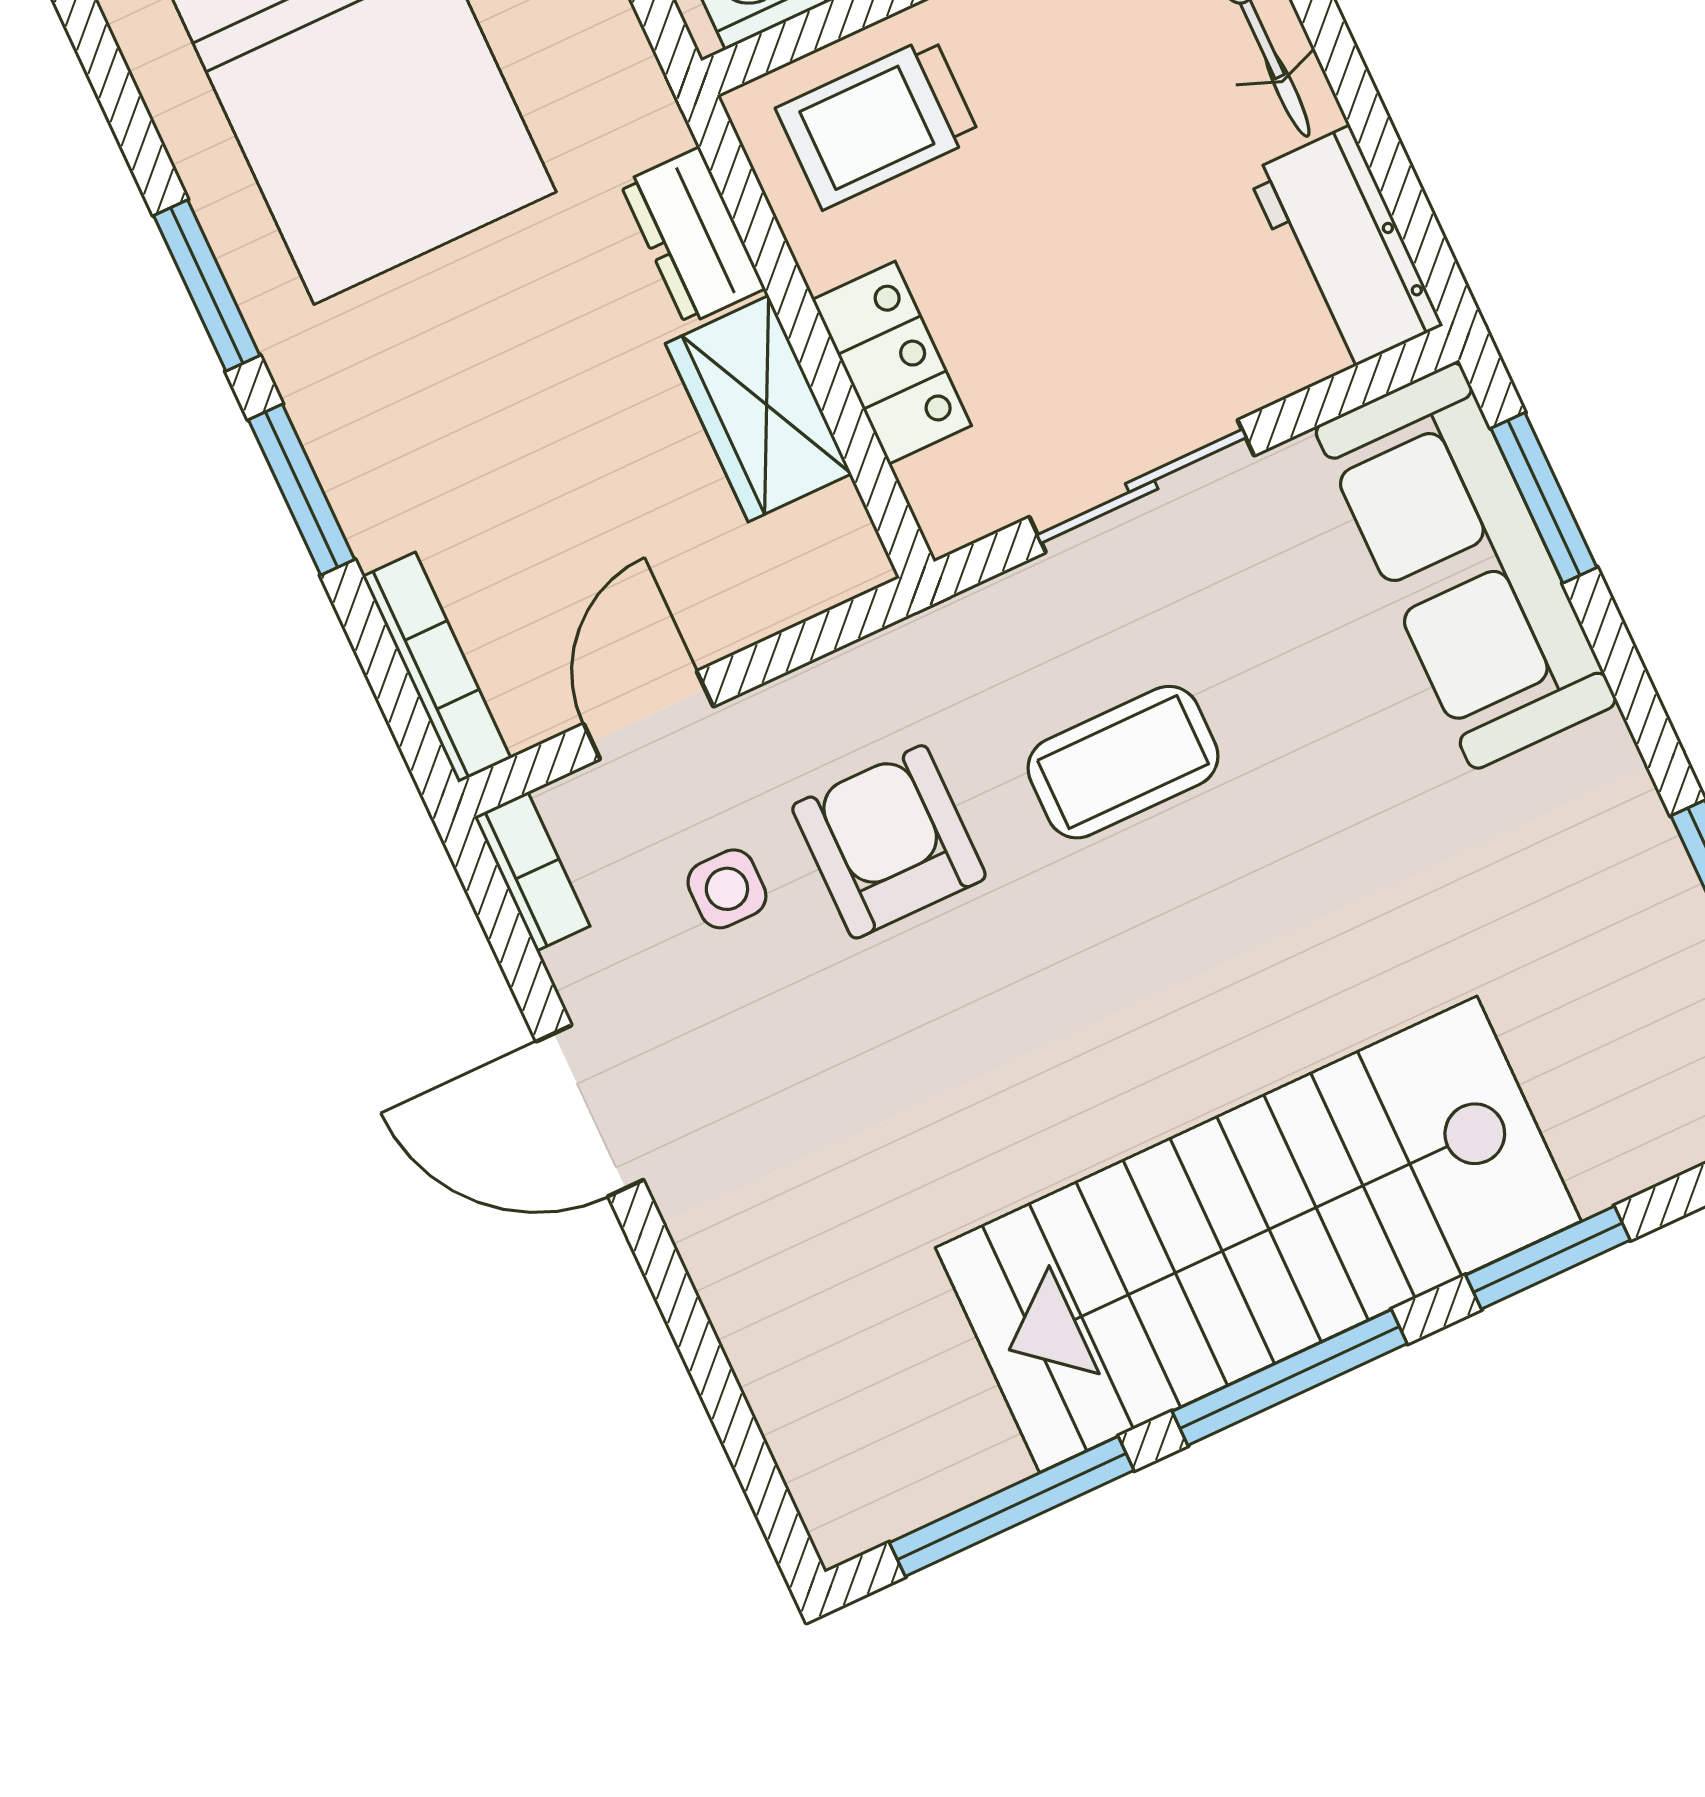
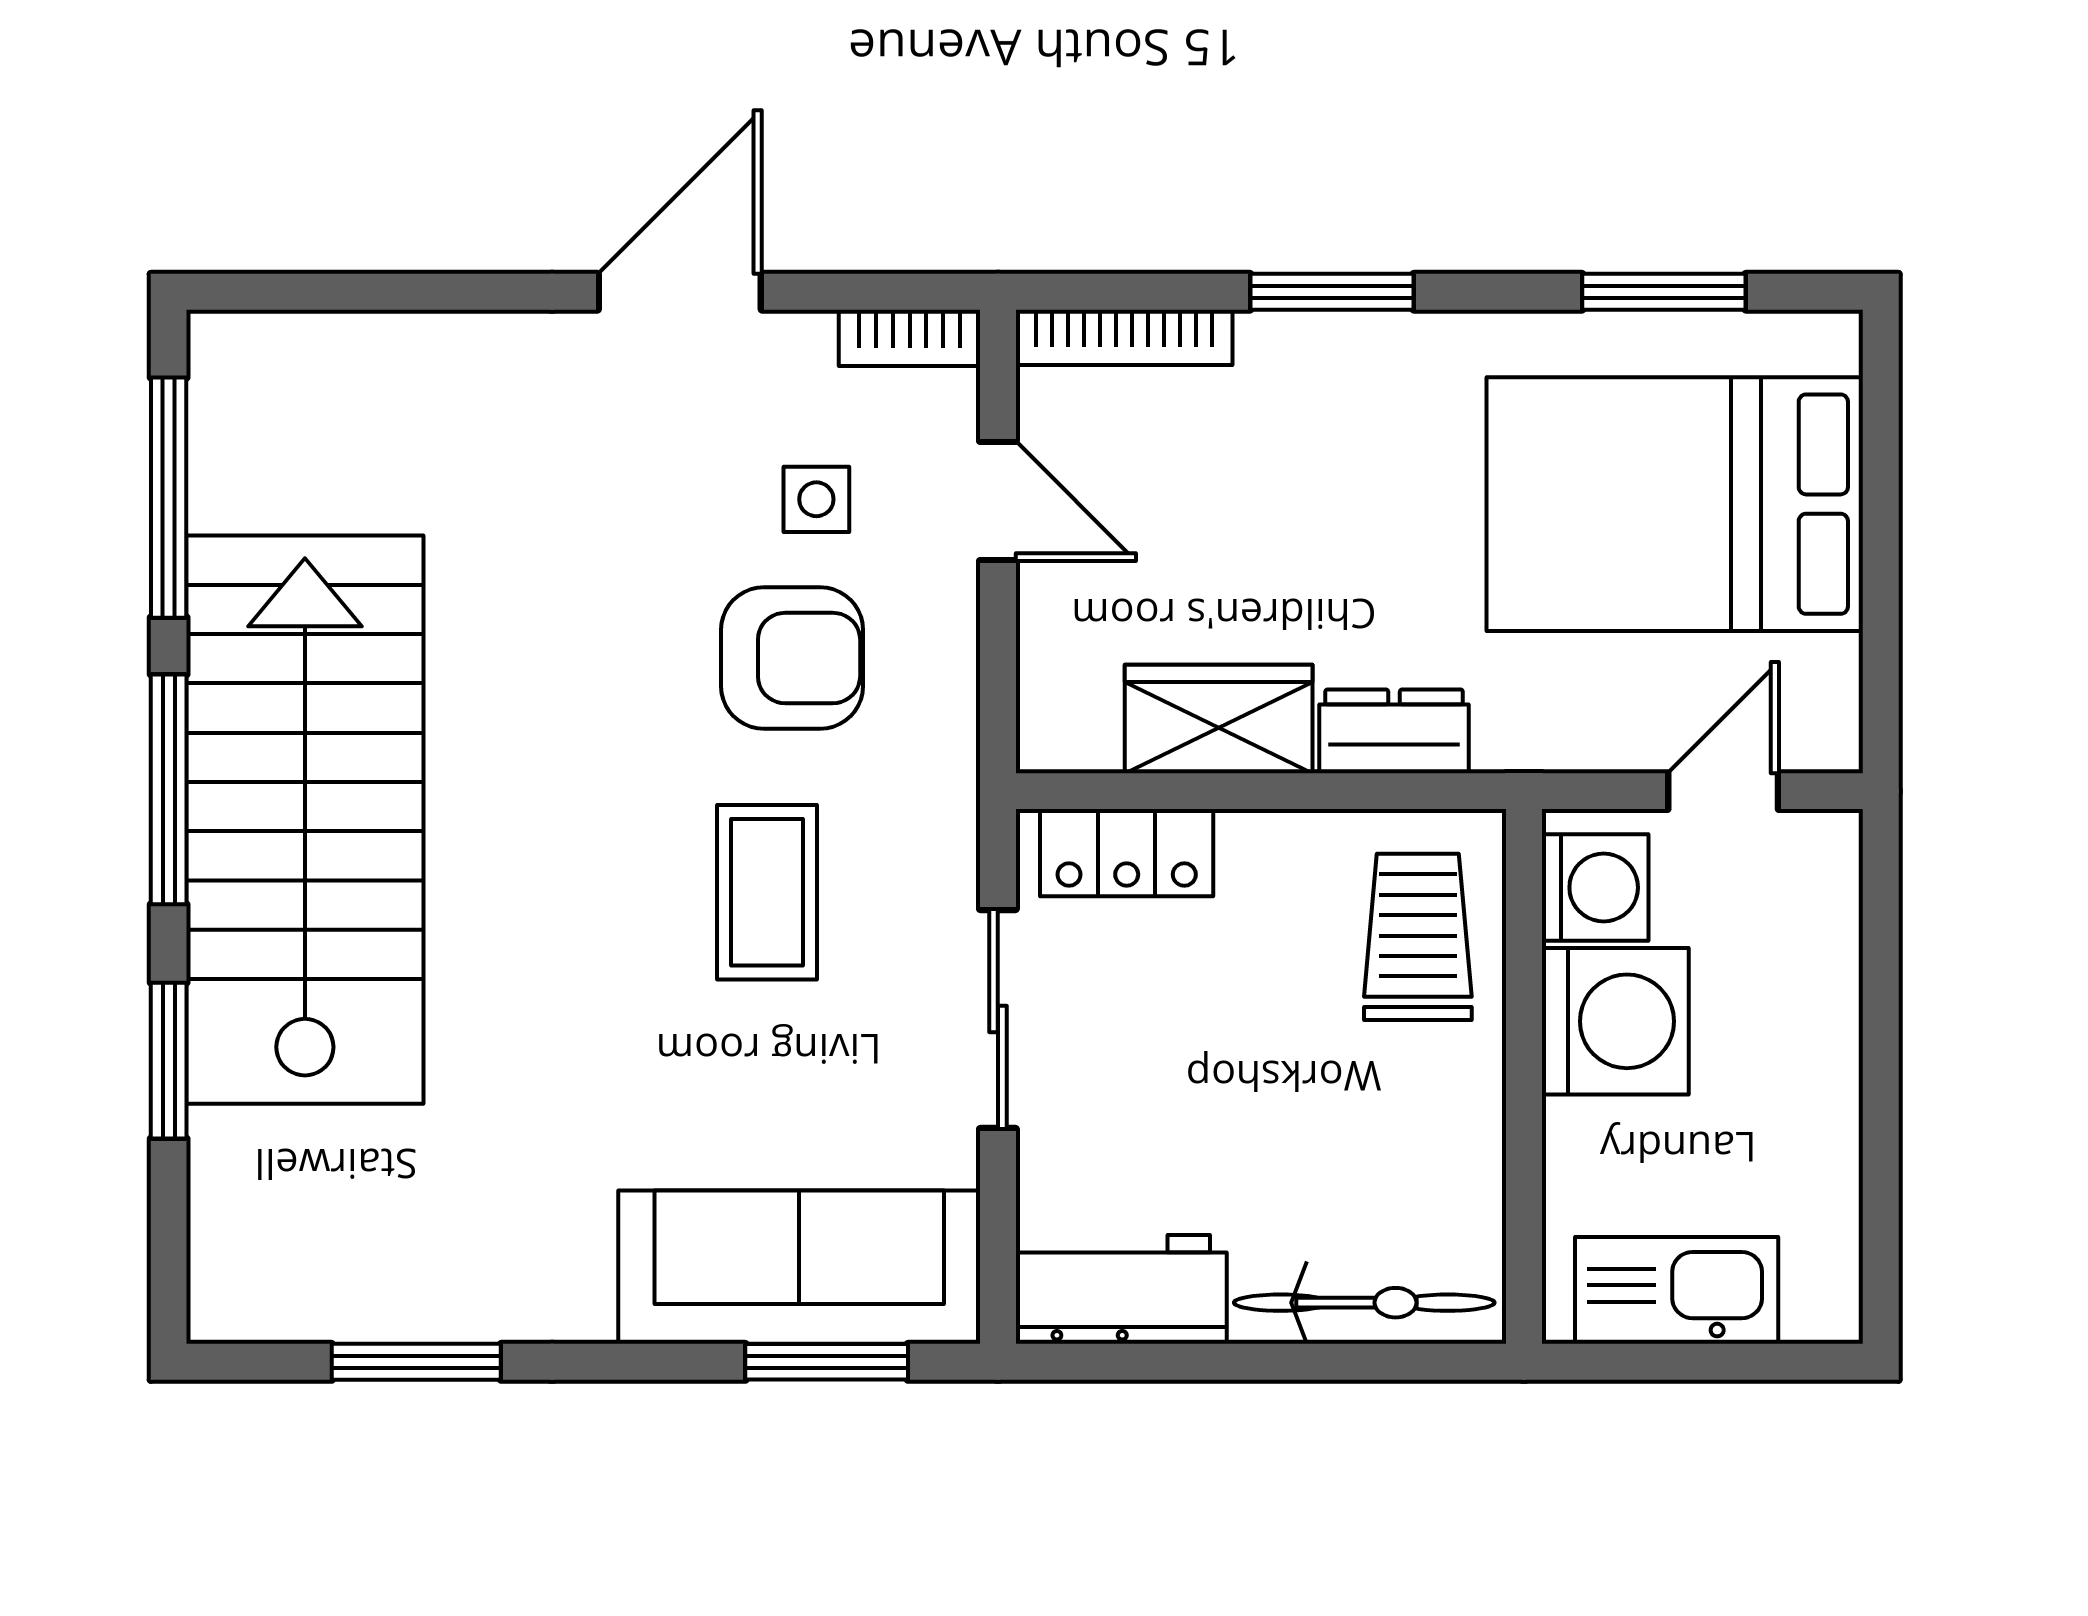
window: (207, 285) -> (1664, 292), moved
locker: (892, 363) -> (1127, 853), moved

